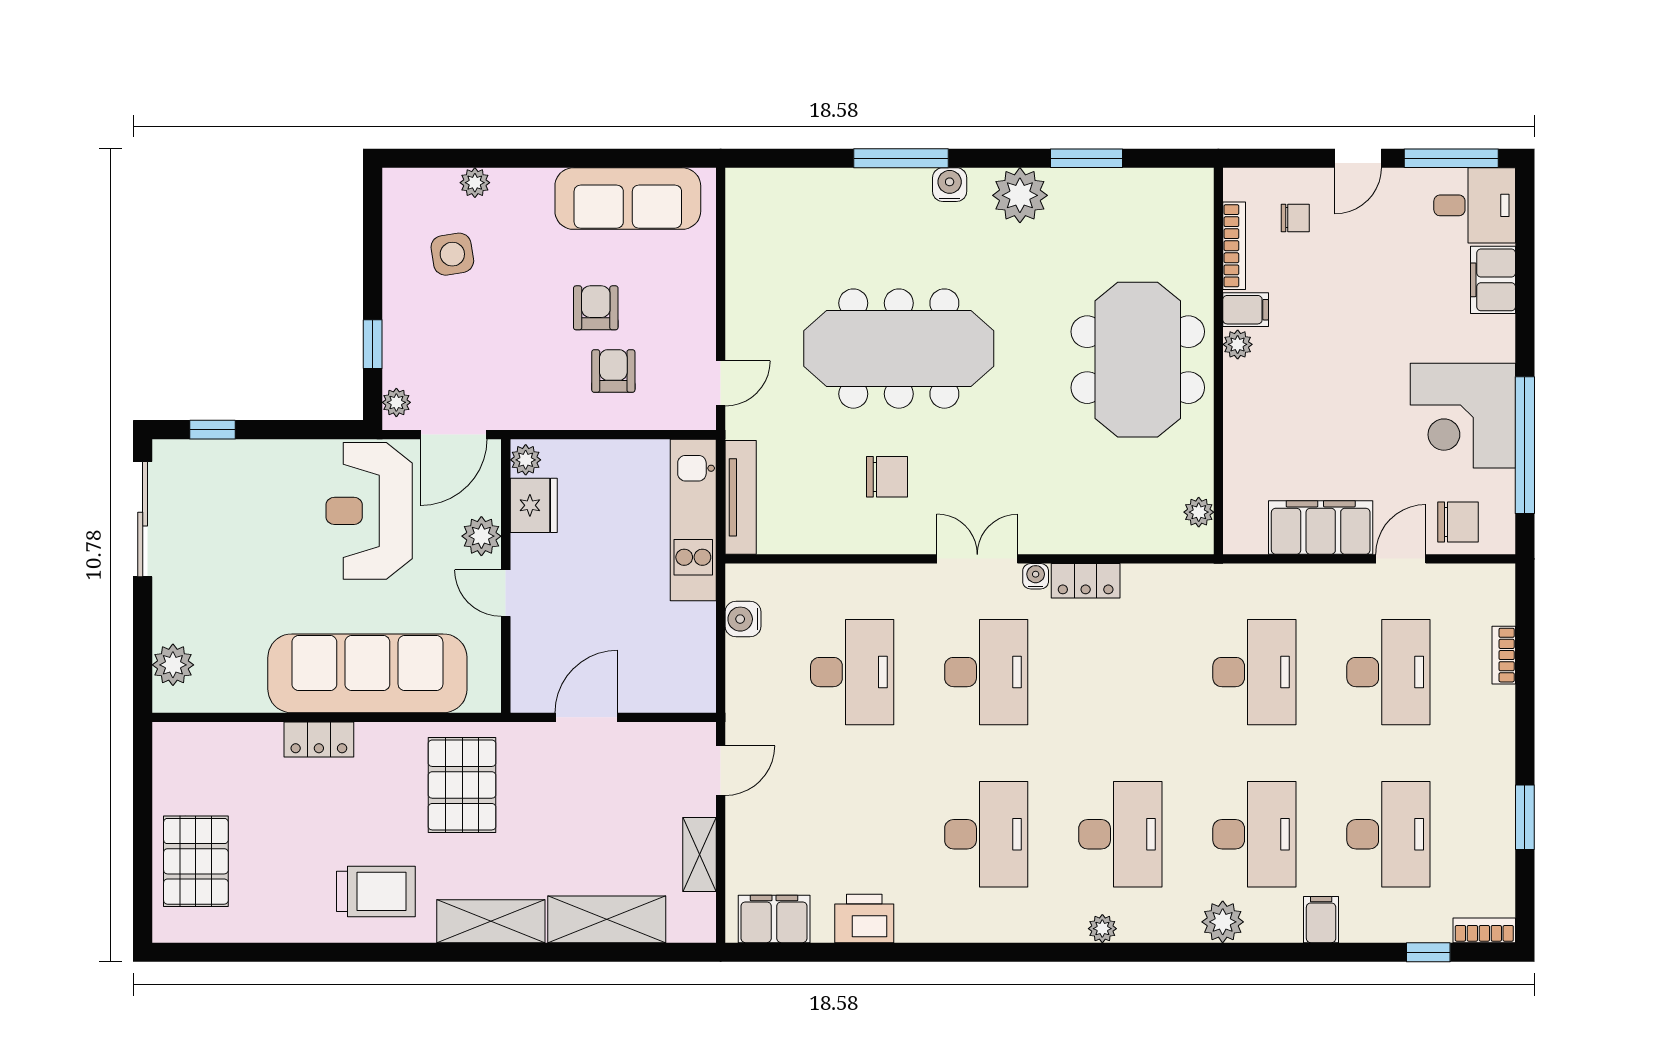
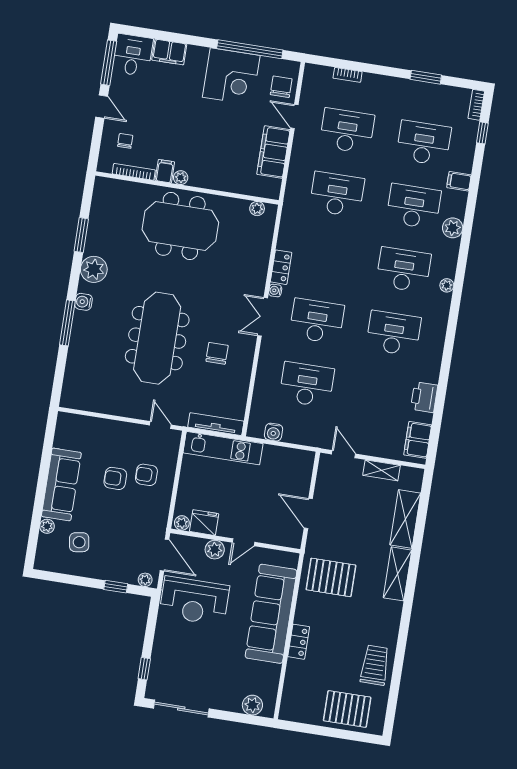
sofa: (628, 199) -> (61, 484), moved
trolley: (376, 891) -> (375, 665), moved

